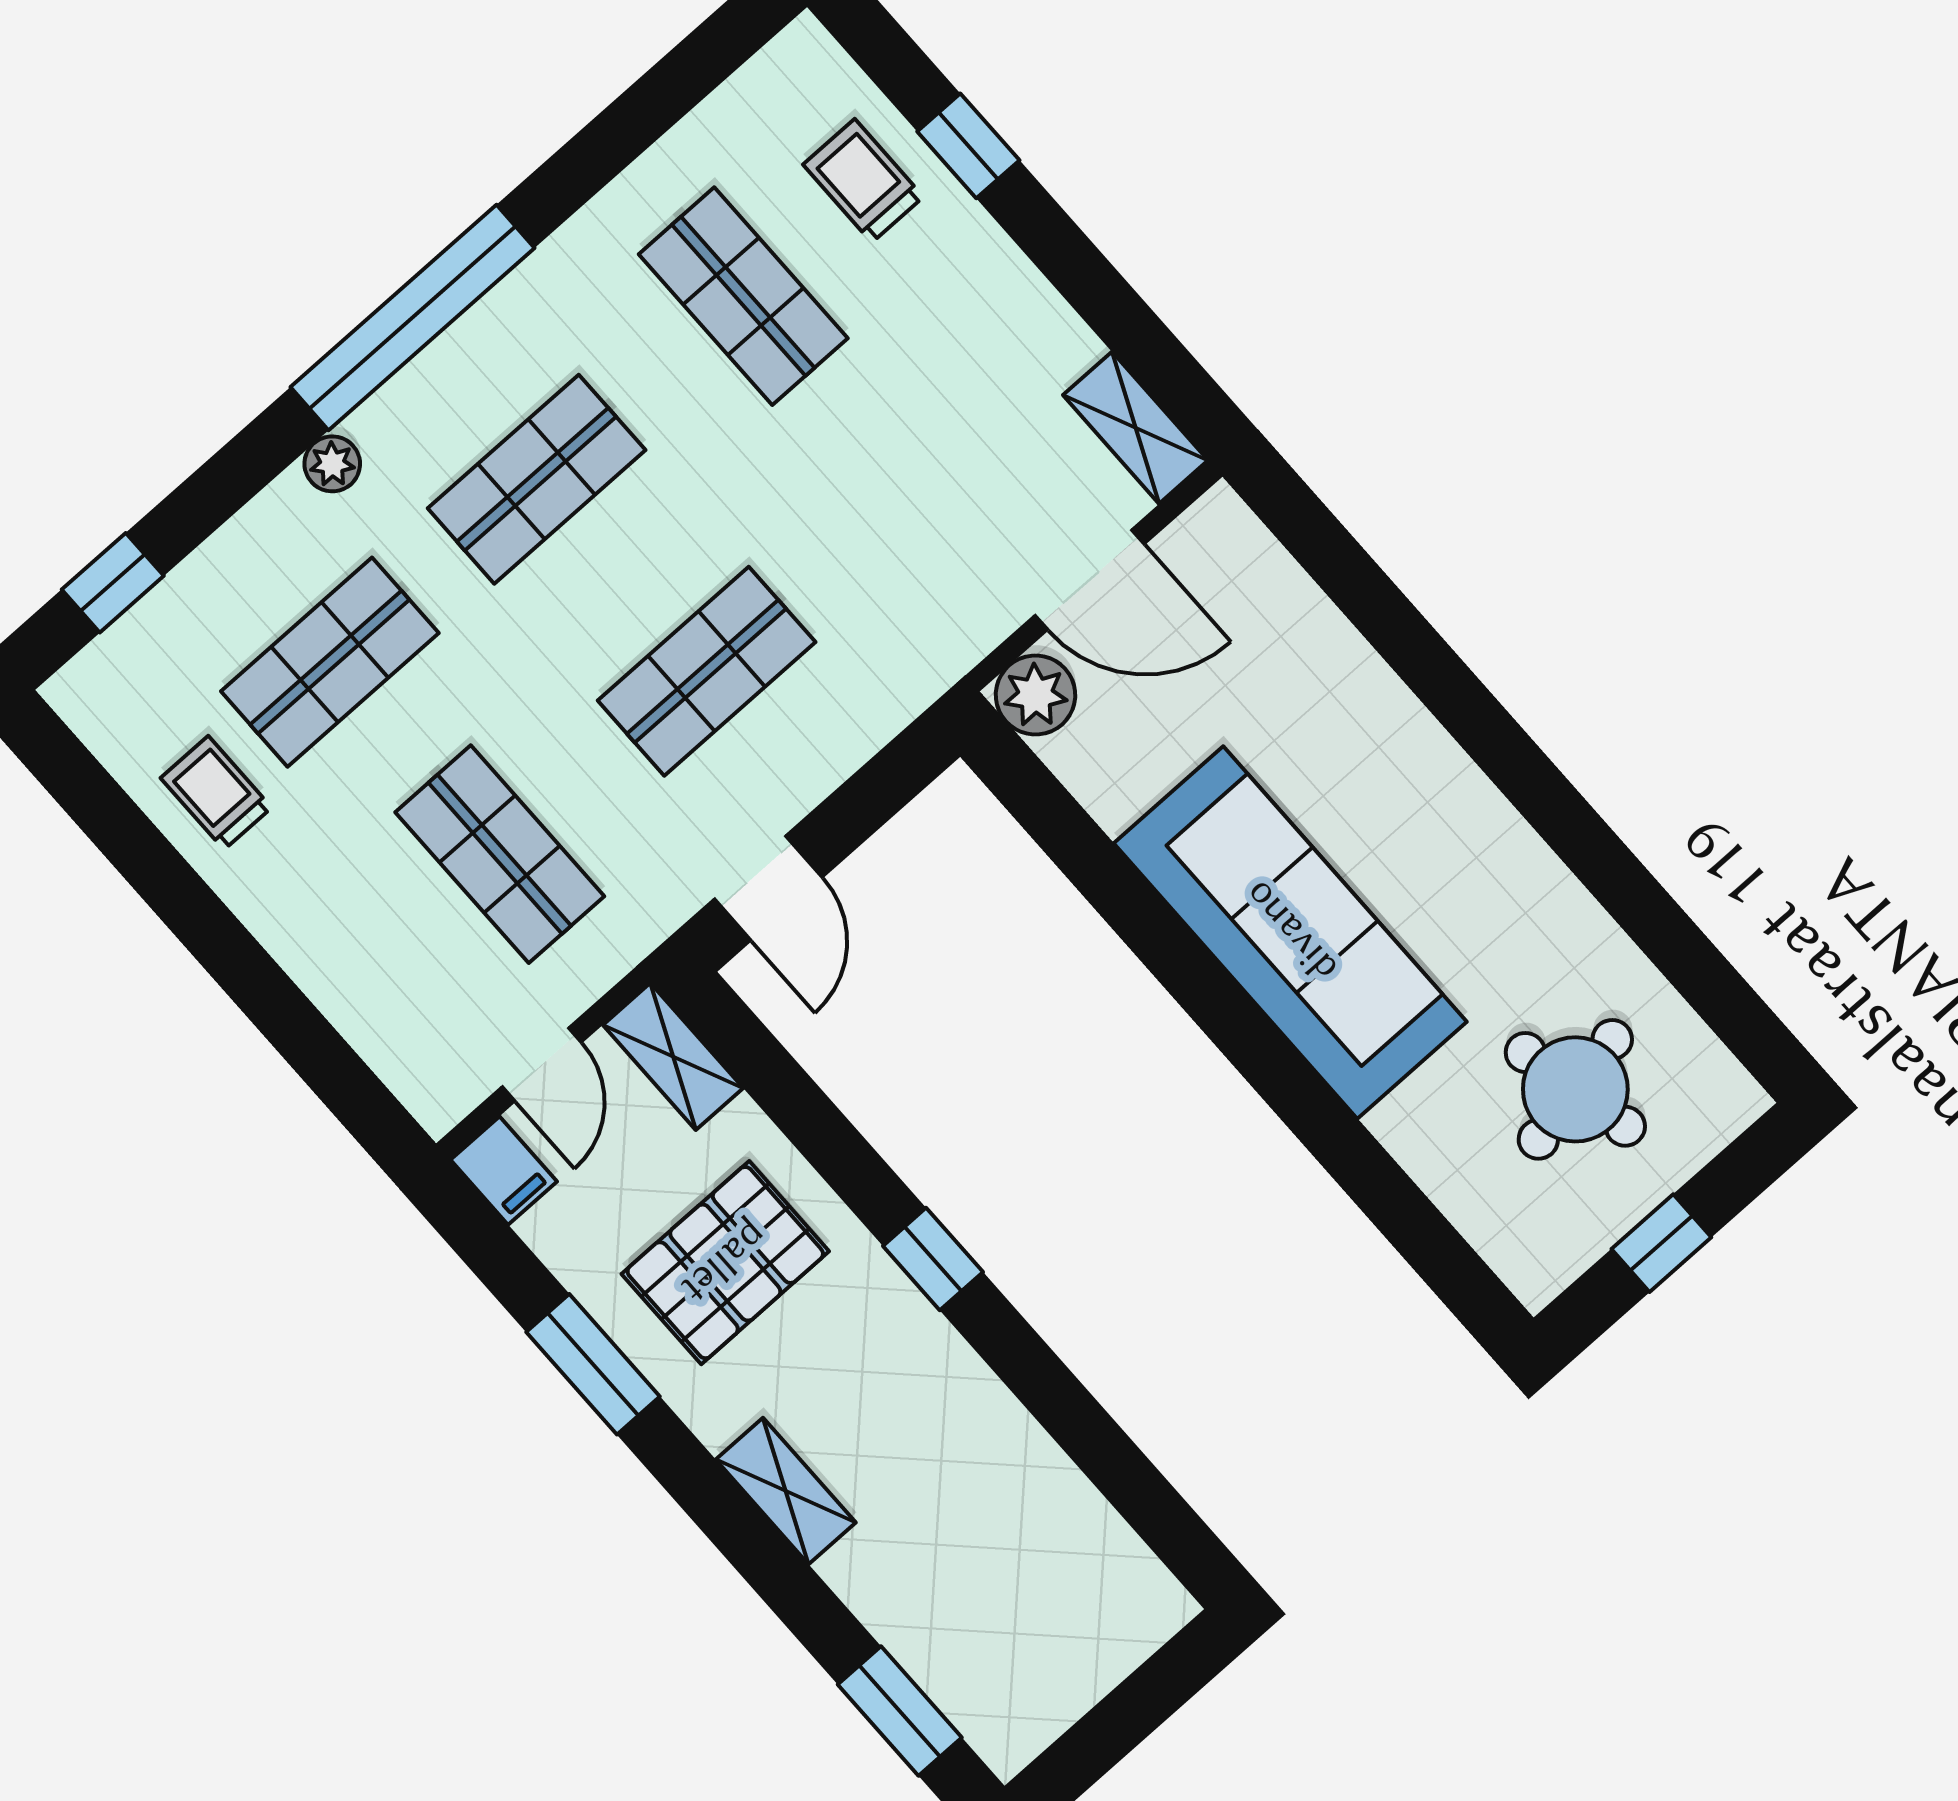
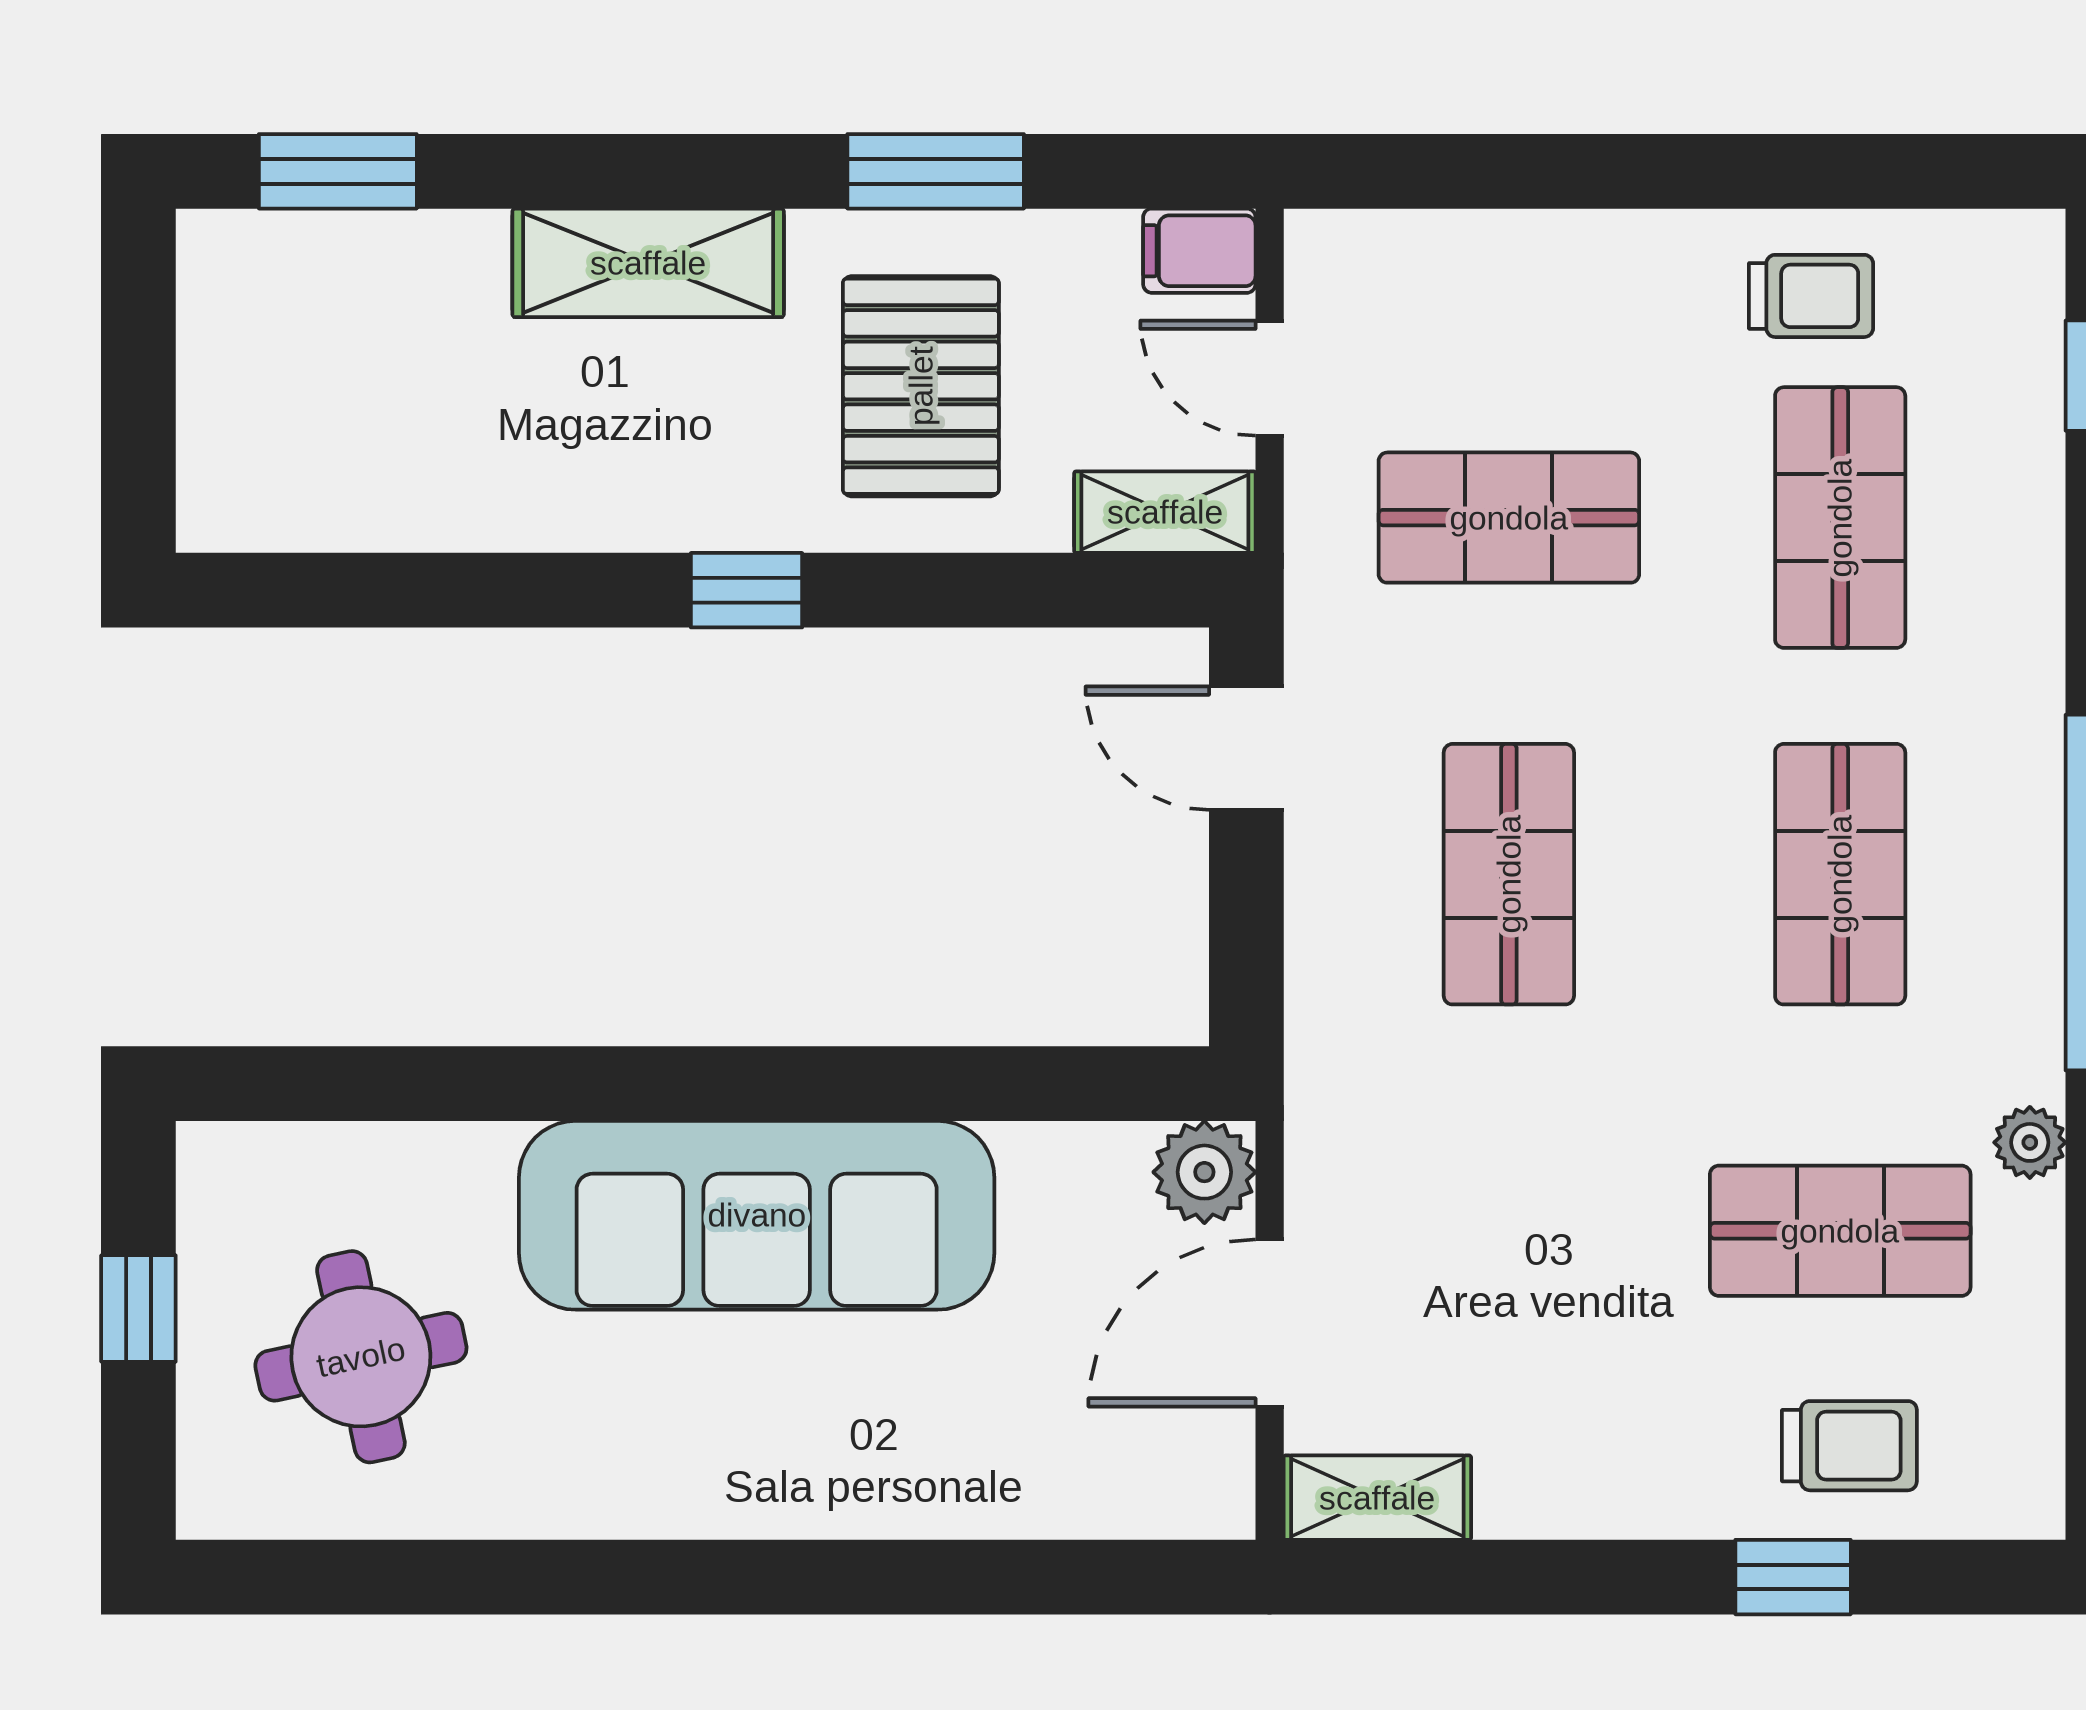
plant: (332, 464) -> (2030, 1142), moved
shelving: (786, 1491) -> (648, 263), width x1.50, depth x1.33

